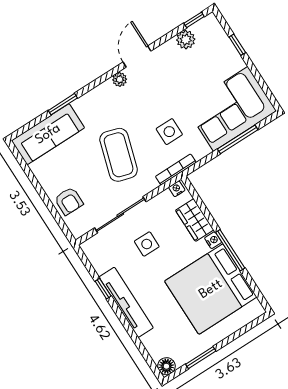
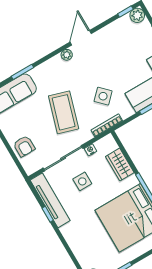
plant: (186, 40) -> (137, 15), moved
side table: (169, 132) -> (103, 96), turned 45
nightstand: (177, 189) -> (90, 150), moved
nightstand: (213, 240) -> (133, 180), removed
tv unit: (126, 302) -> (50, 200), moved

